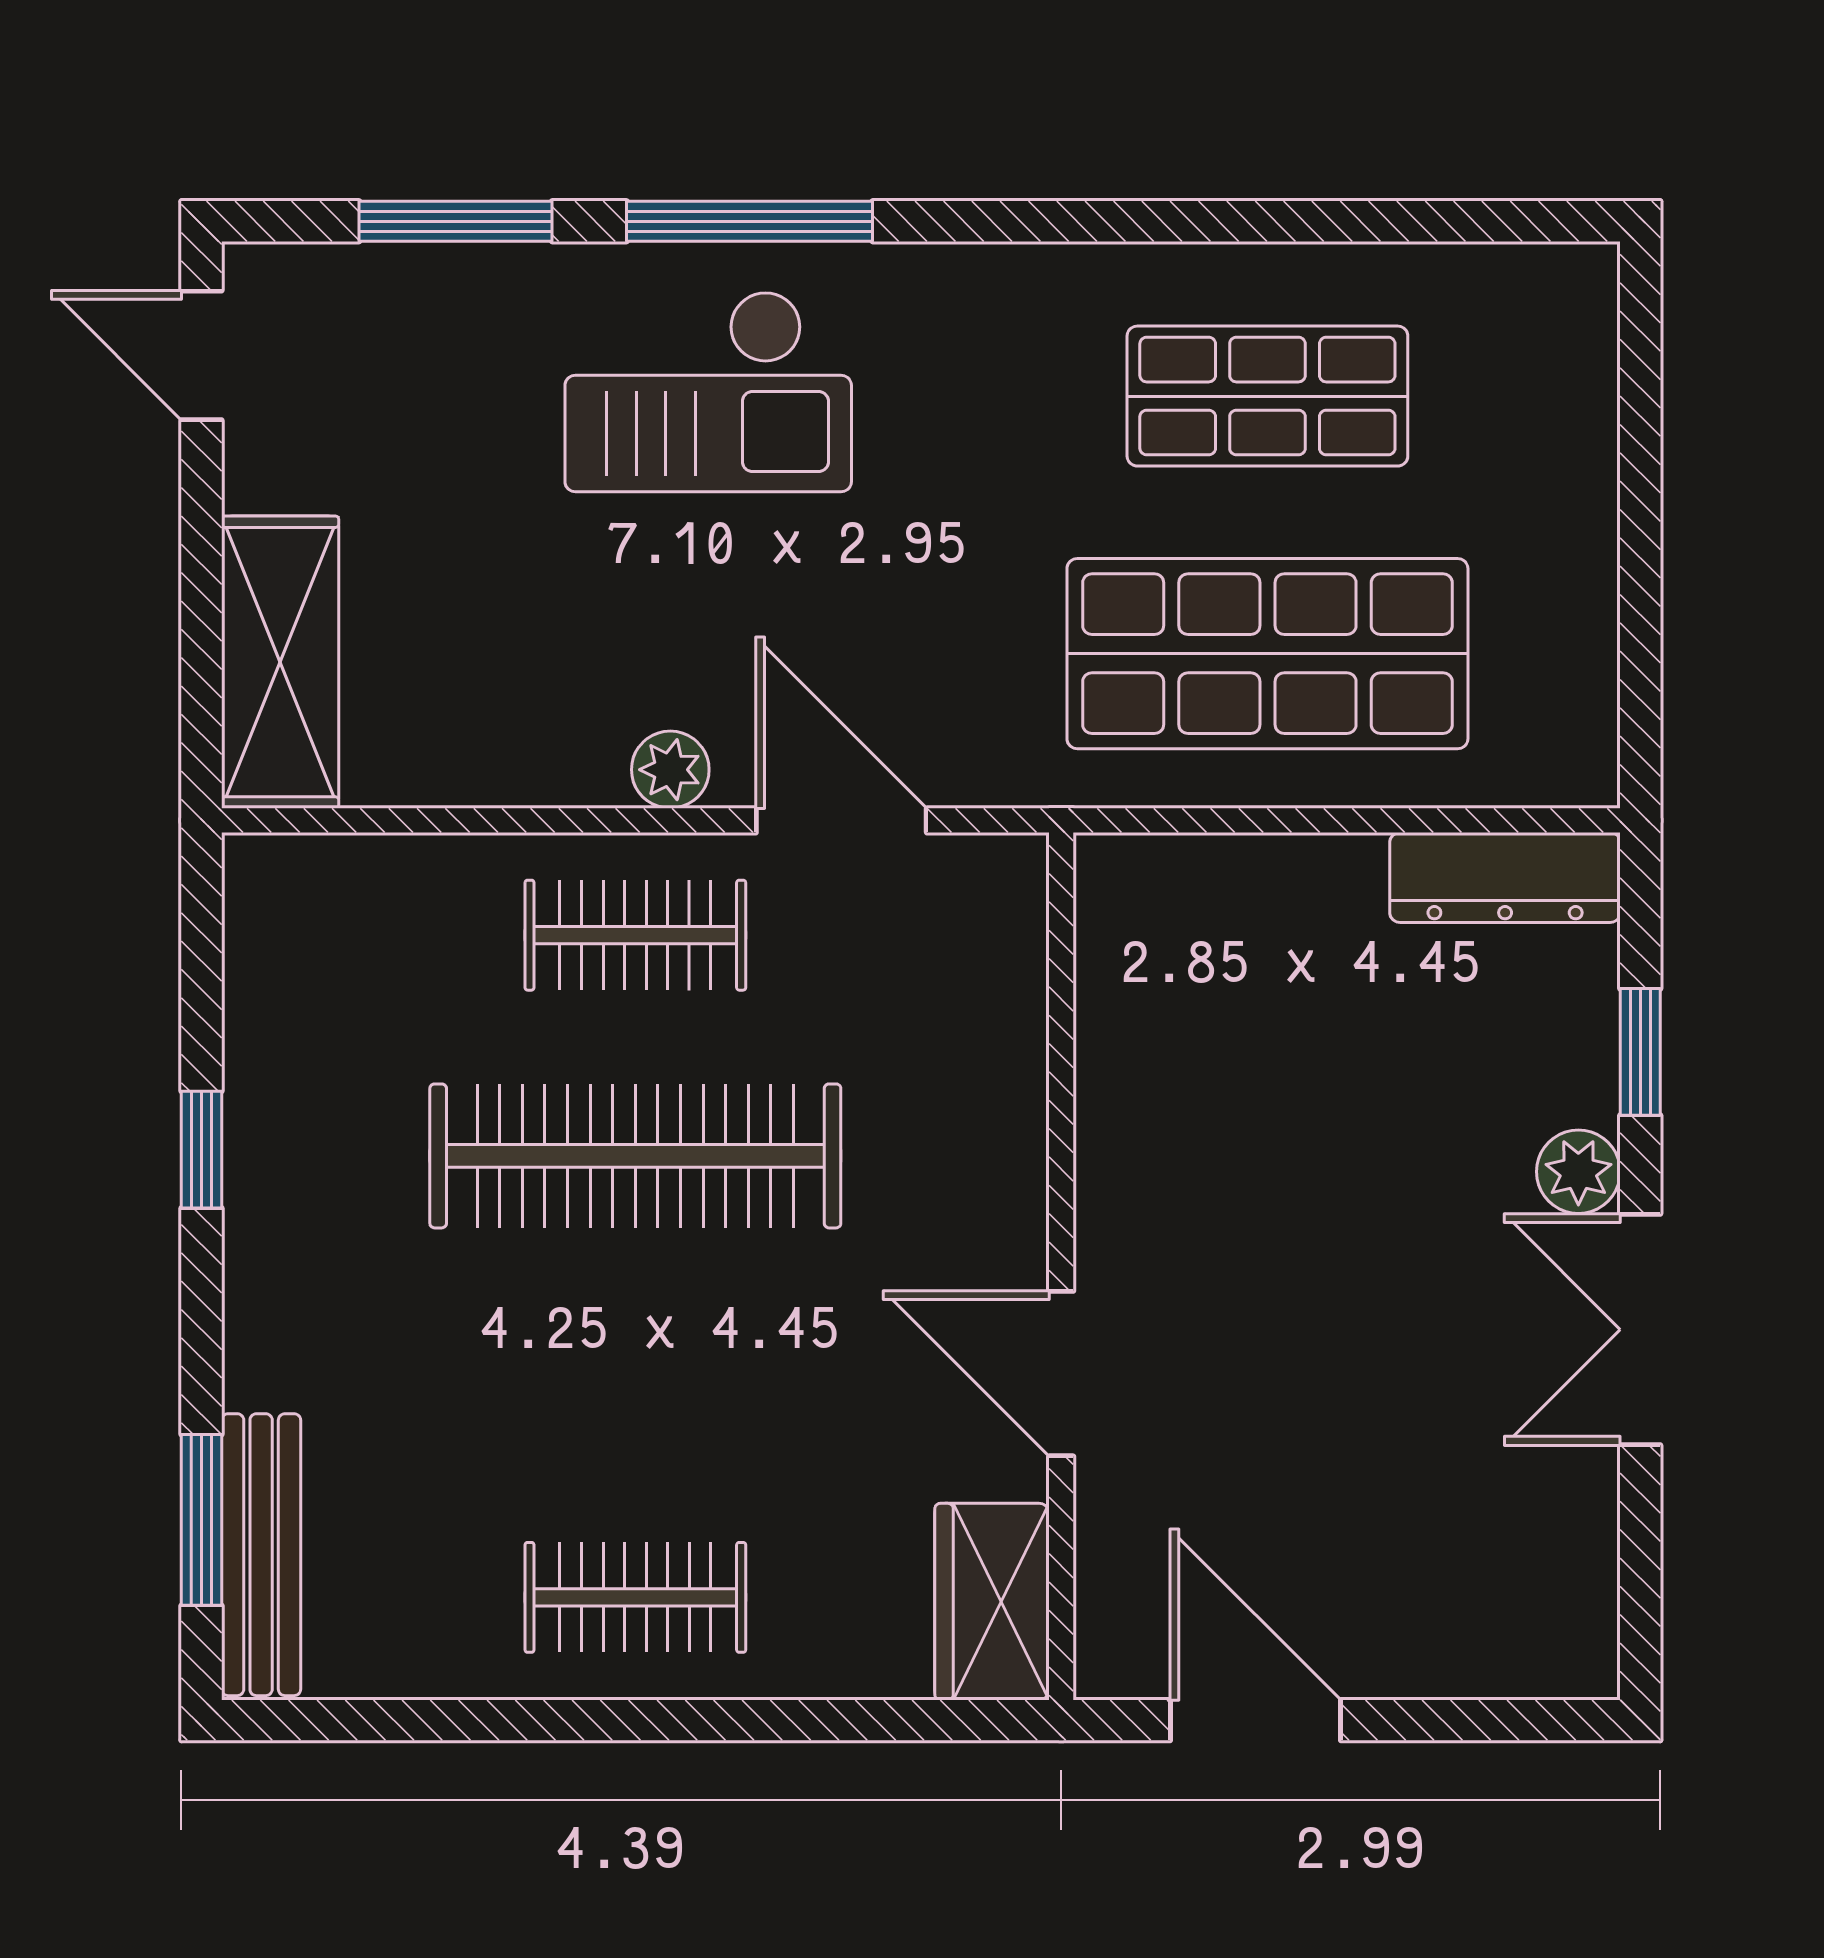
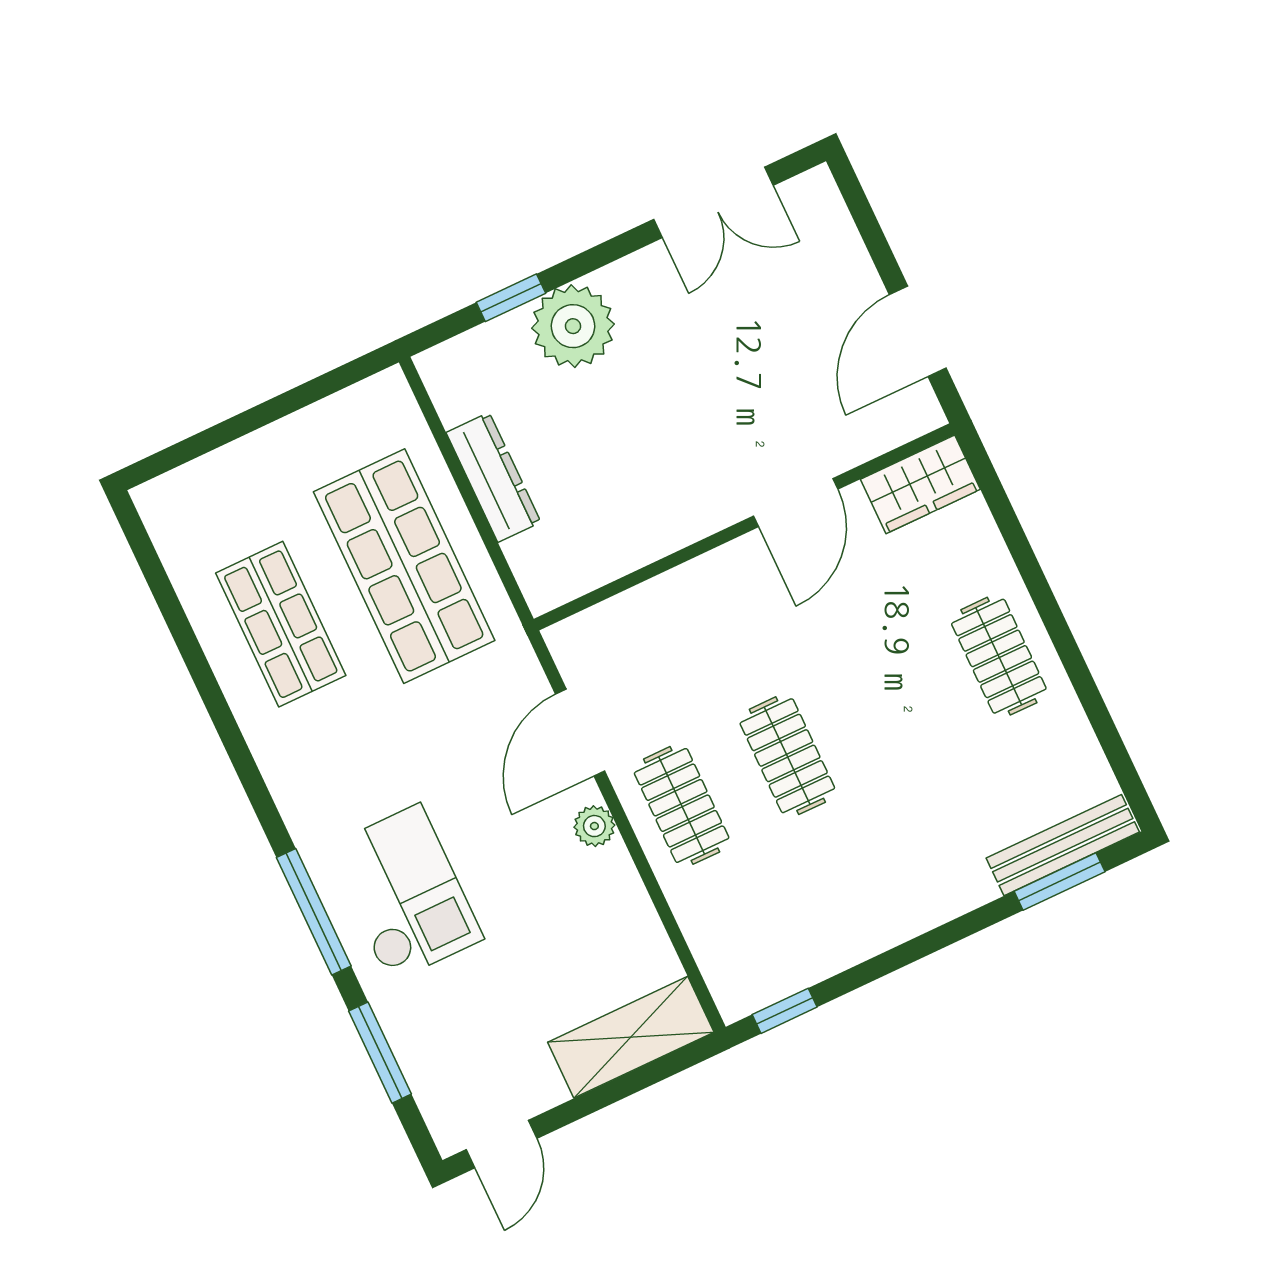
dresser: (1505, 878) -> (493, 477), moved
window: (202, 1150) -> (785, 1011), moved
clothes rail: (635, 1156) -> (787, 756), width x0.54, depth x0.76
plant: (1578, 1172) -> (573, 326), width x1.87, depth x1.87
double door: (1640, 1330) -> (713, 202), moved

